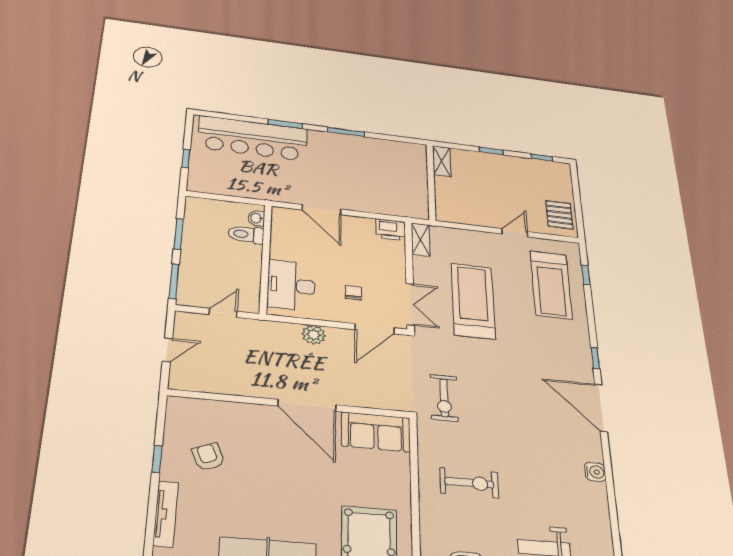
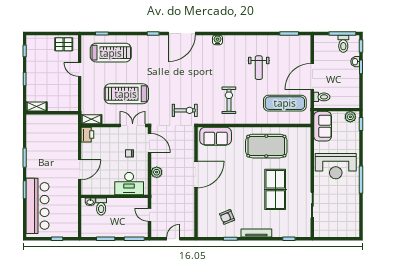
door: (167, 350) -> (173, 239), hinge flipped
sofa: (376, 432) -> (216, 136), moved, turned 90

